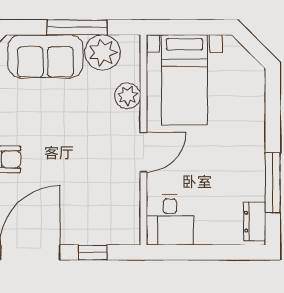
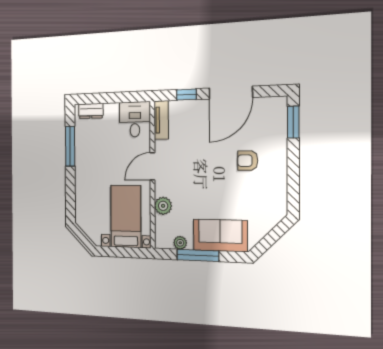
plant: (103, 52) -> (180, 243), width x0.53, depth x0.53
tv unit: (130, 218) -> (161, 120), added
dresser: (255, 222) -> (91, 111), moved, turned 90

